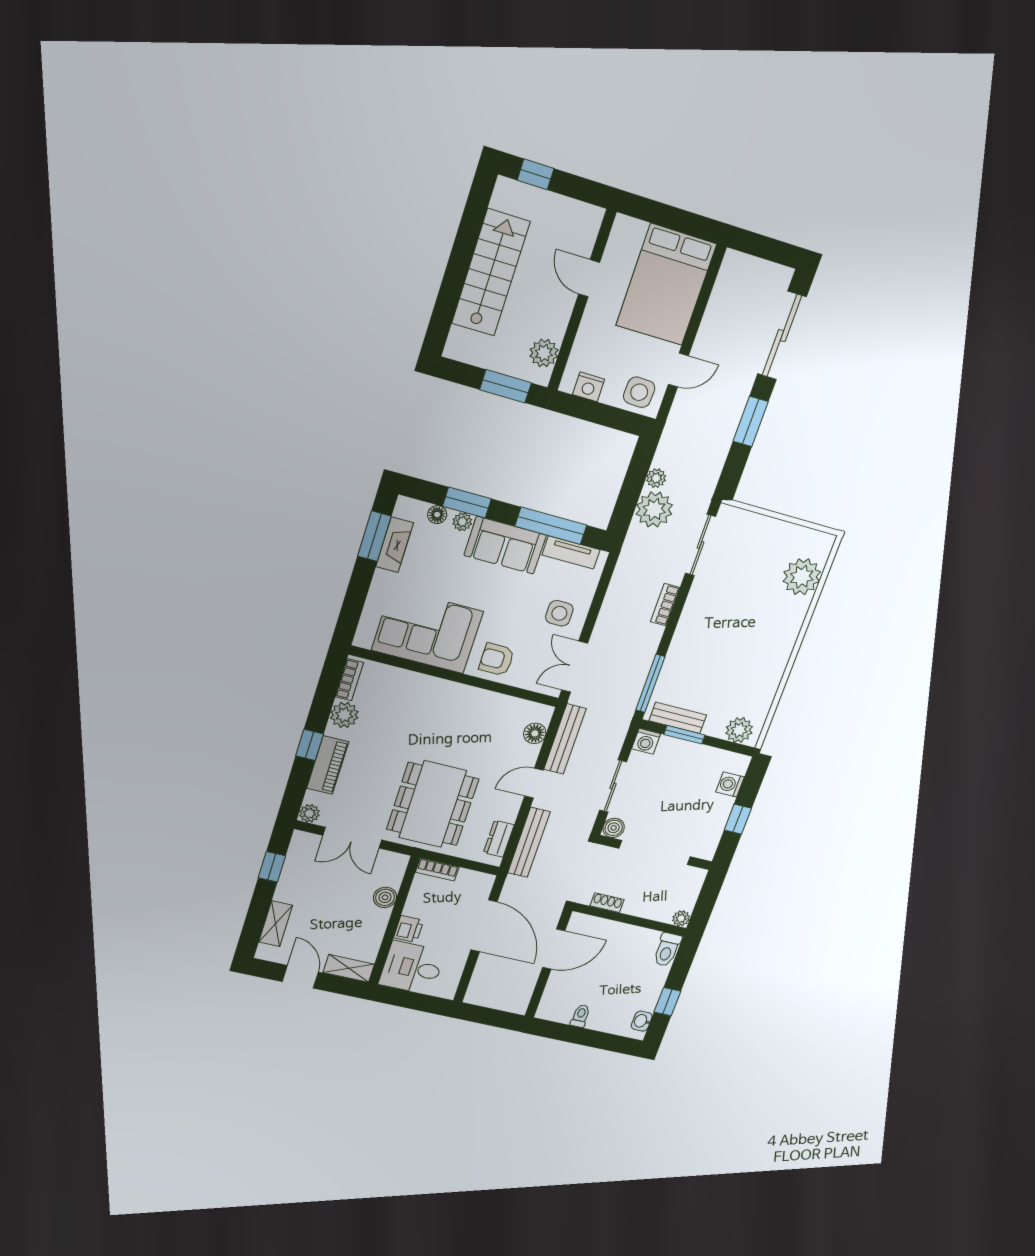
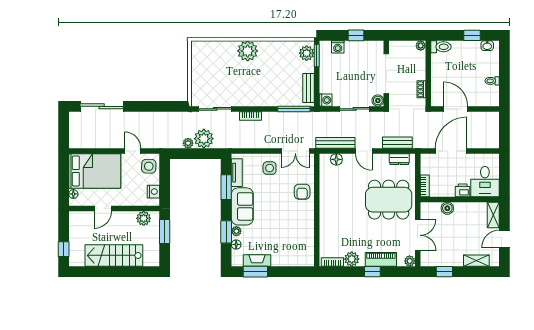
floor lamp: (637, 228) -> (73, 194), added
window: (751, 421) -> (147, 106), removed
window: (551, 526) -> (226, 187), width x0.69
plant: (802, 577) -> (248, 51), moved
corner sofa: (427, 631) -> (296, 231), removed
window: (684, 735) -> (317, 56), moved
bench: (529, 842) -> (397, 143), width x0.73

